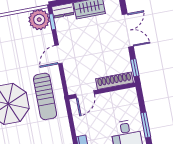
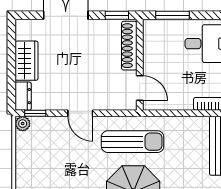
plant: (39, 20) -> (23, 124), width x0.53, depth x0.53
window: (146, 125) -> (172, 15), moved

